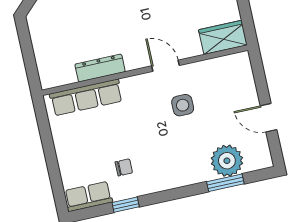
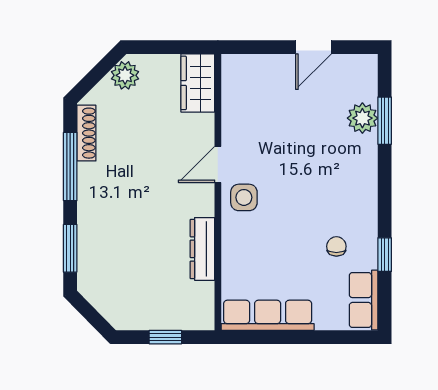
window: (28, 55) -> (165, 337), added
row of seats: (86, 97) -> (268, 315), moved, turned -90
side table: (183, 105) -> (244, 197), moved
plant: (227, 161) -> (362, 118), width x0.73, depth x0.73

